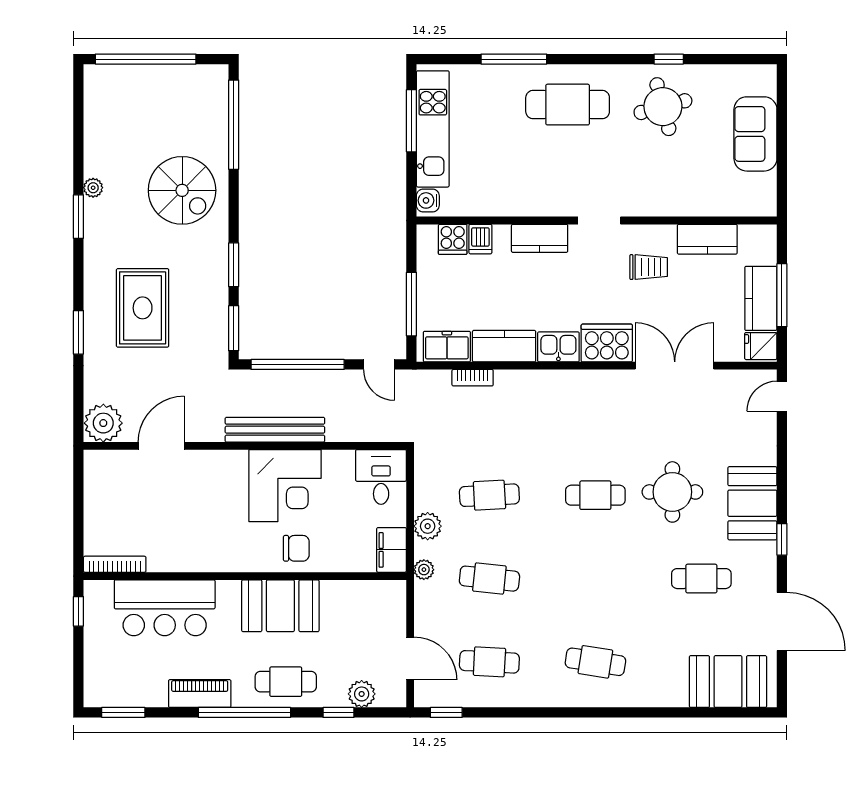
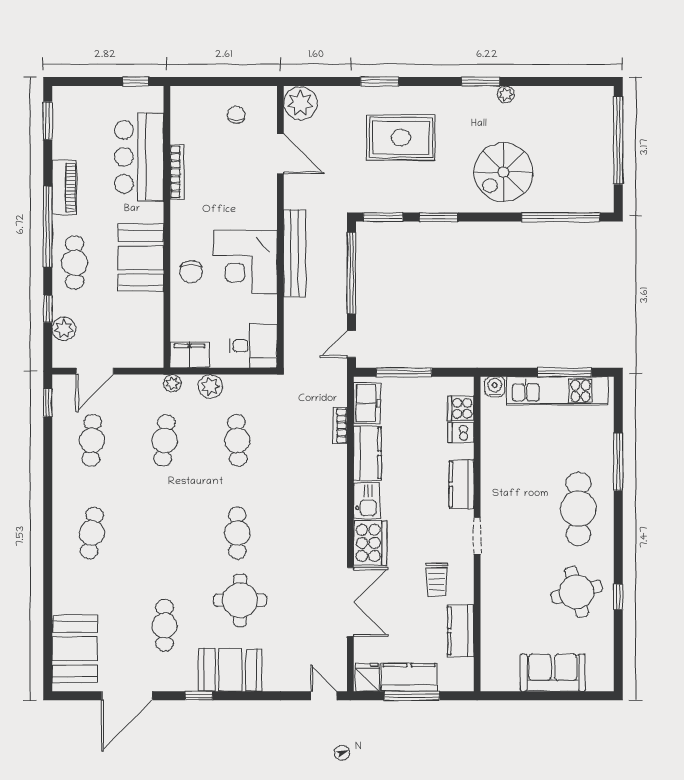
chair: (116, 497) -> (236, 115), added
bookcase: (115, 564) -> (177, 172), moved

